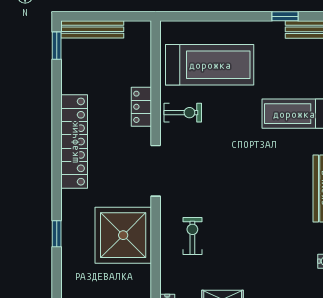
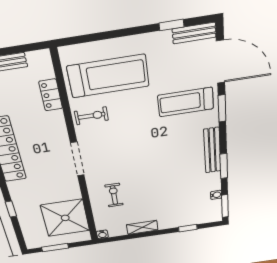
locker: (141, 107) -> (51, 95), moved
shower: (123, 235) -> (65, 218), moved

